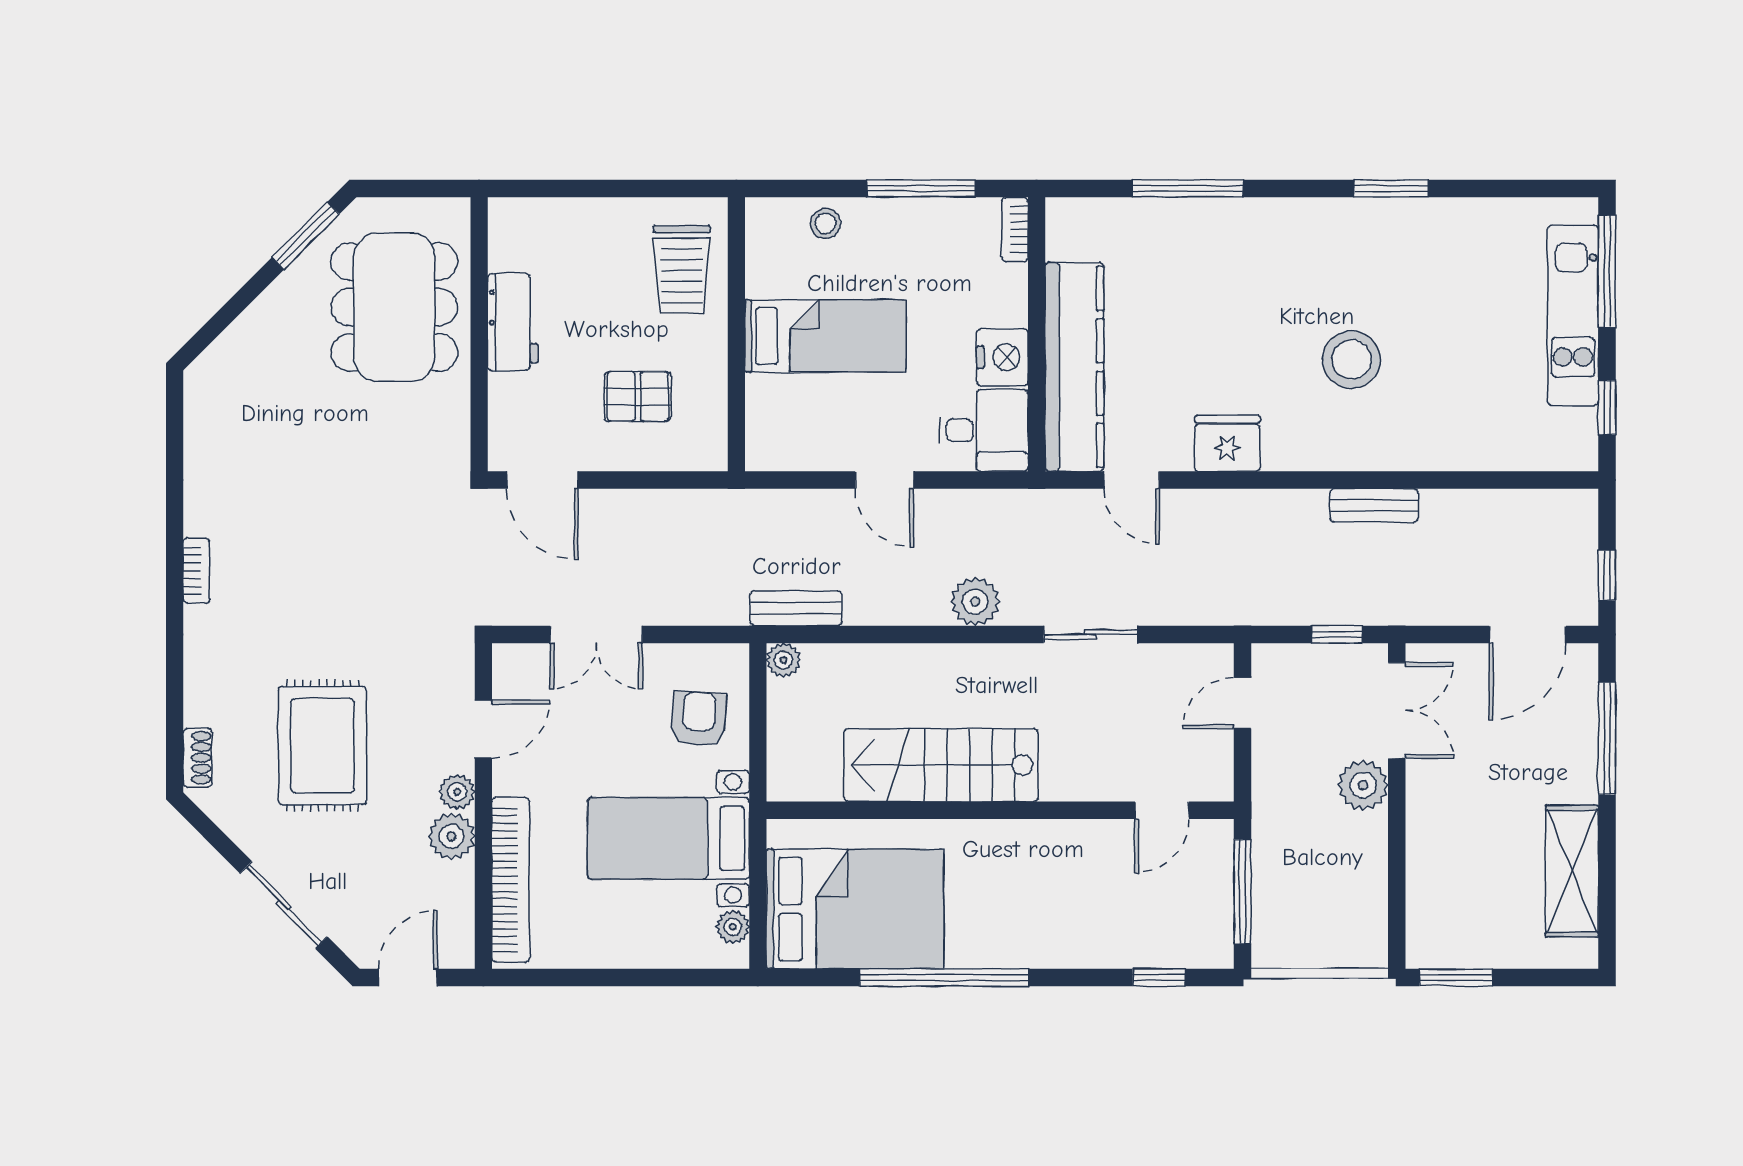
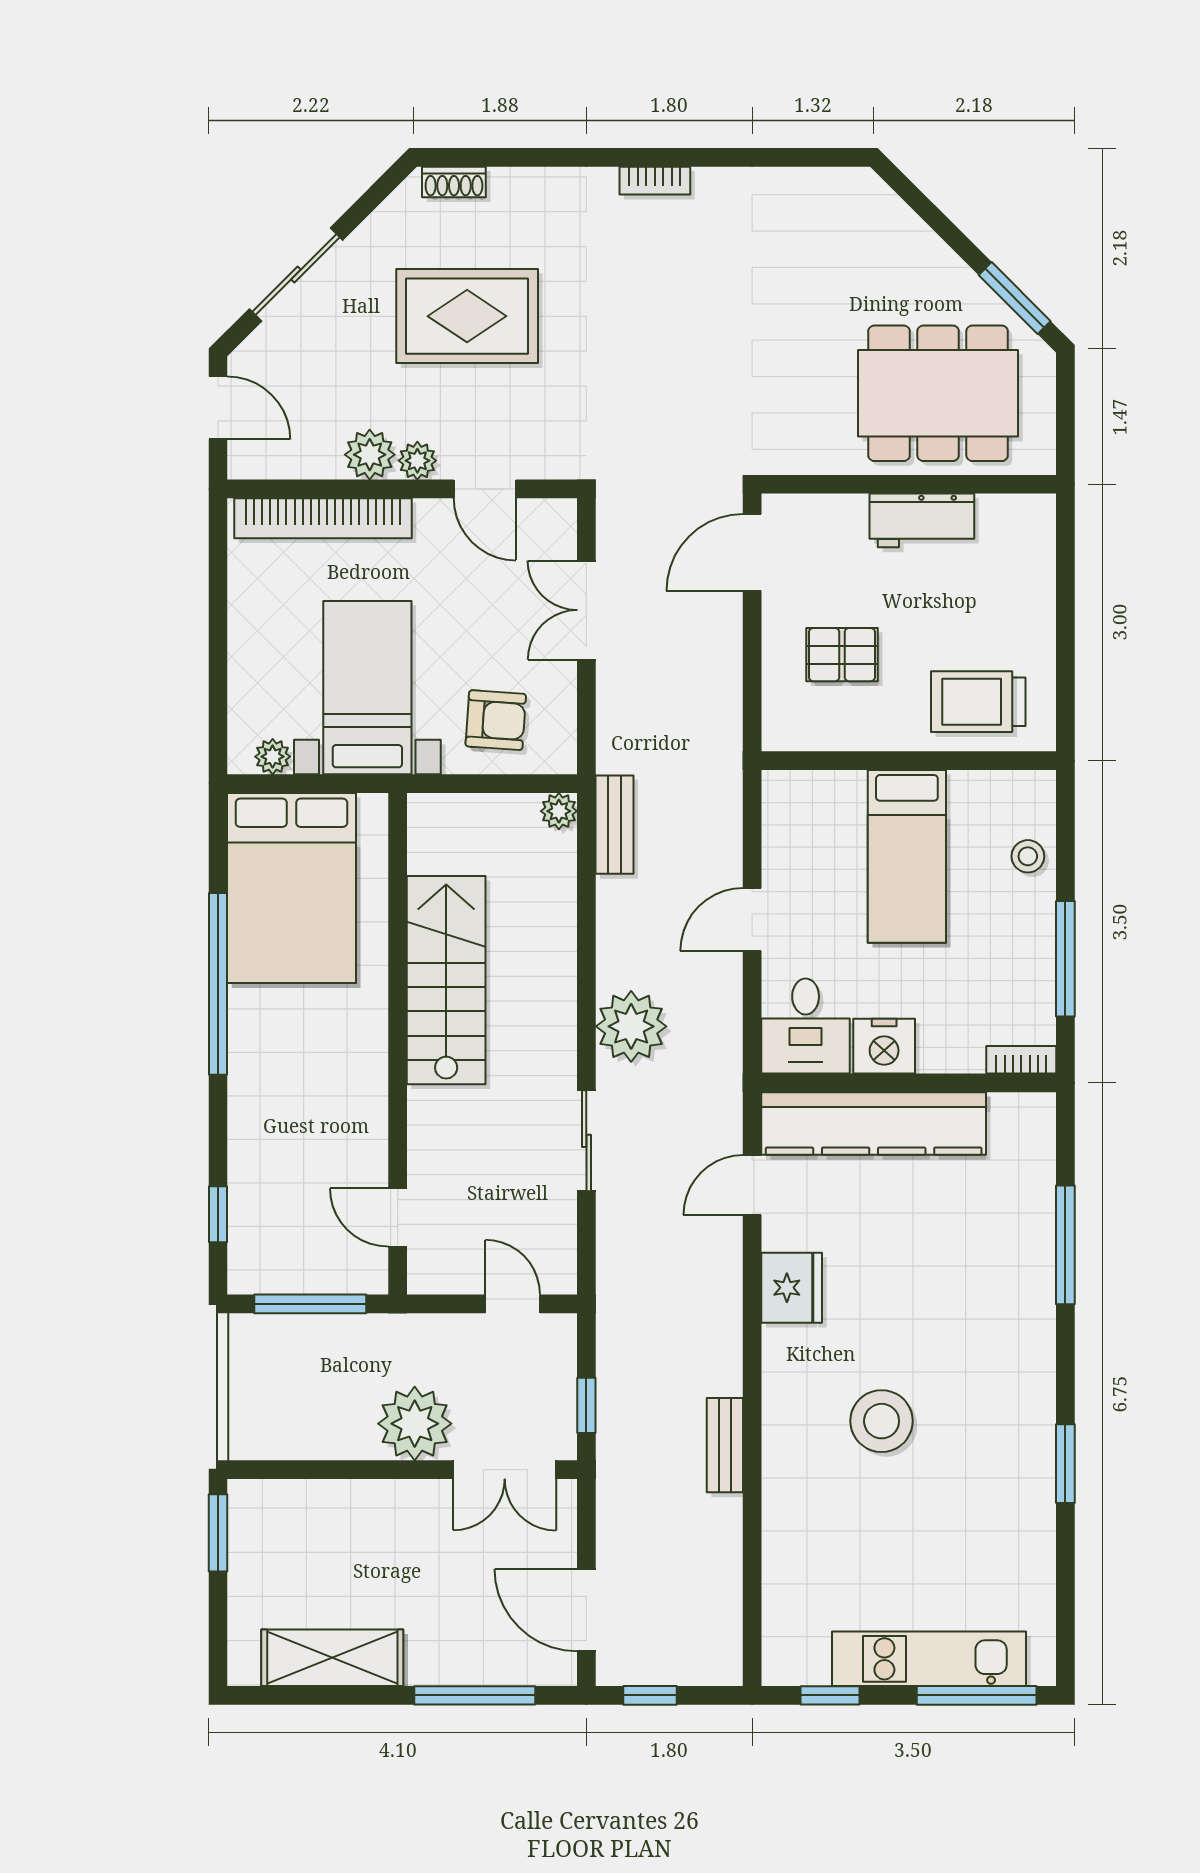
pallet: (638, 396) -> (842, 655), turned 90
plant: (975, 602) -> (631, 1026), width x1.36, depth x1.36
plant: (1363, 785) -> (415, 1424), width x1.36, depth x1.36

